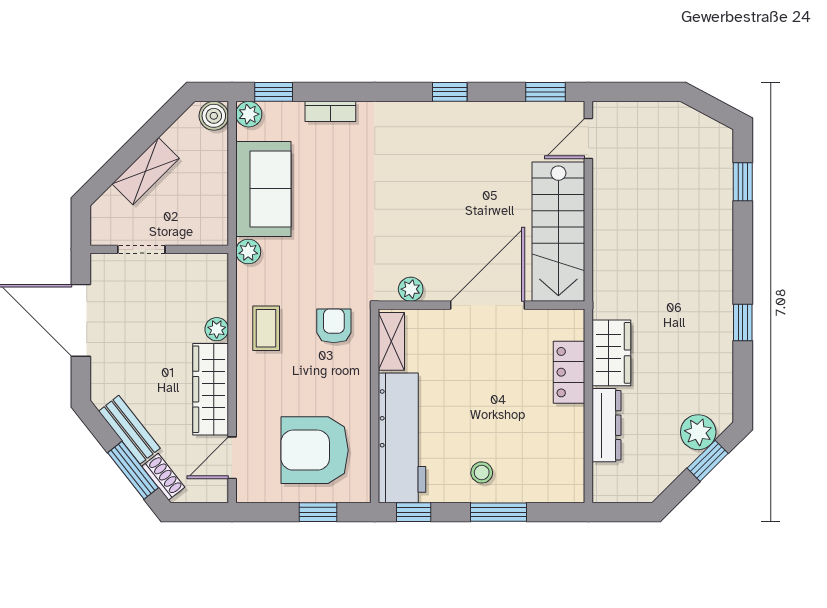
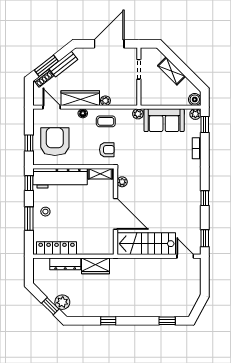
locker: (569, 372) -> (57, 248), moved, width x1.53
floor lamp: (247, 383) -> (83, 113), added

